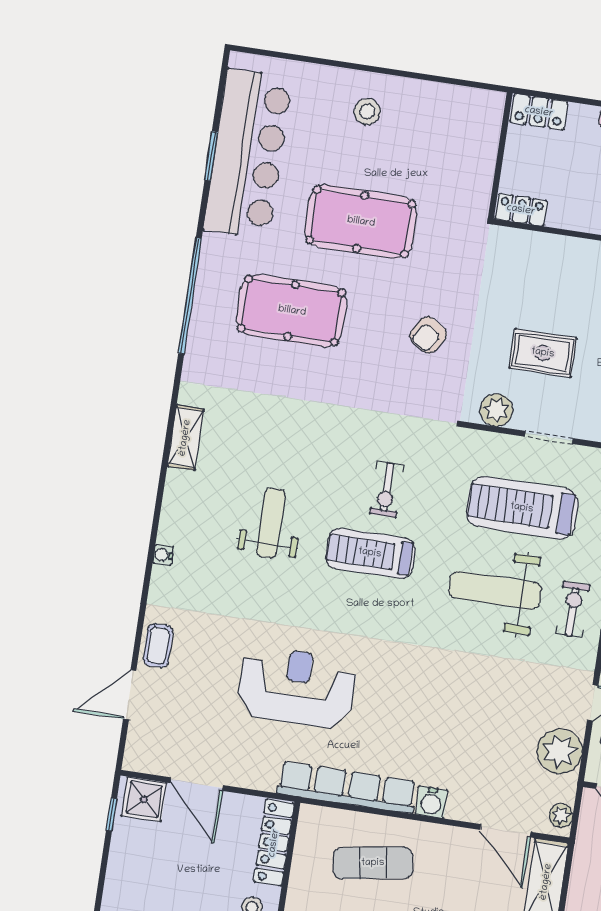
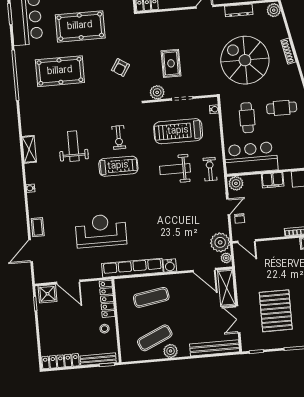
rug: (543, 353) -> (171, 63), turned 90
shelving: (185, 438) -> (29, 149), moved
weight bench: (271, 523) -> (73, 146), moved
treadmill: (370, 553) -> (118, 166), turned 180
weight bench: (495, 590) -> (175, 169), width x0.73, depth x0.75
plant: (560, 751) -> (220, 242), moved

